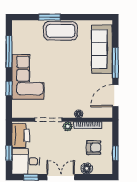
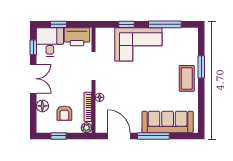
coffee table: (60, 31) -> (187, 78), width x0.73, depth x0.76
plant: (68, 126) -> (86, 128), moved

